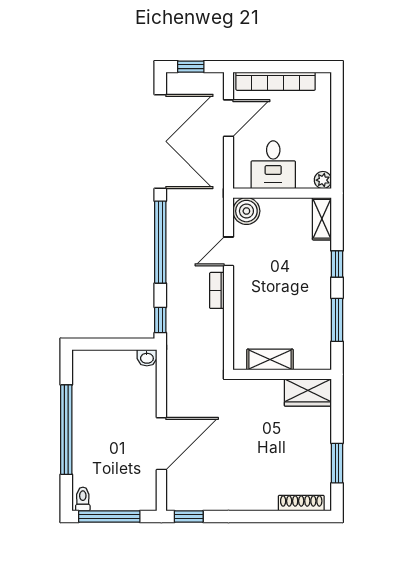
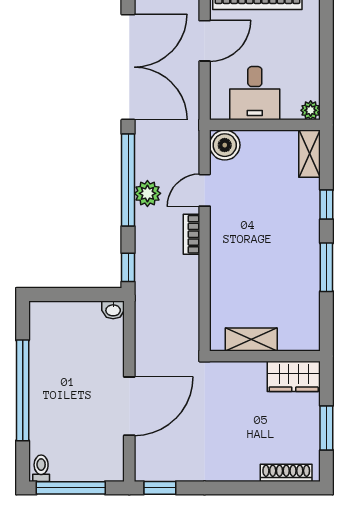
plant: (178, 254) -> (147, 193), added
shelving: (270, 360) -> (251, 339), moved
wall: (282, 374) -> (265, 356), moved
wardrobe: (308, 392) -> (294, 376), moved

